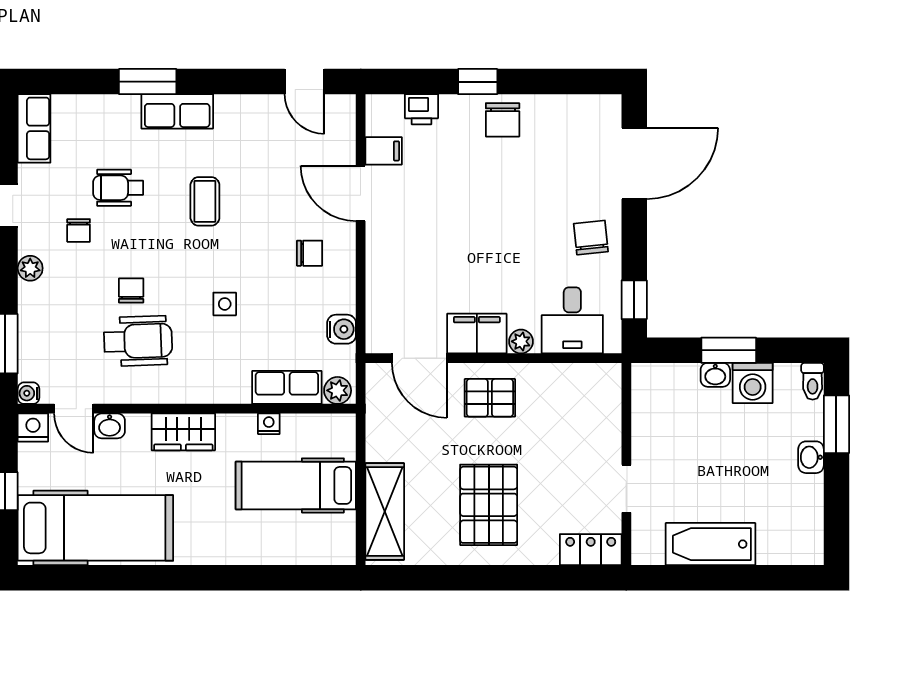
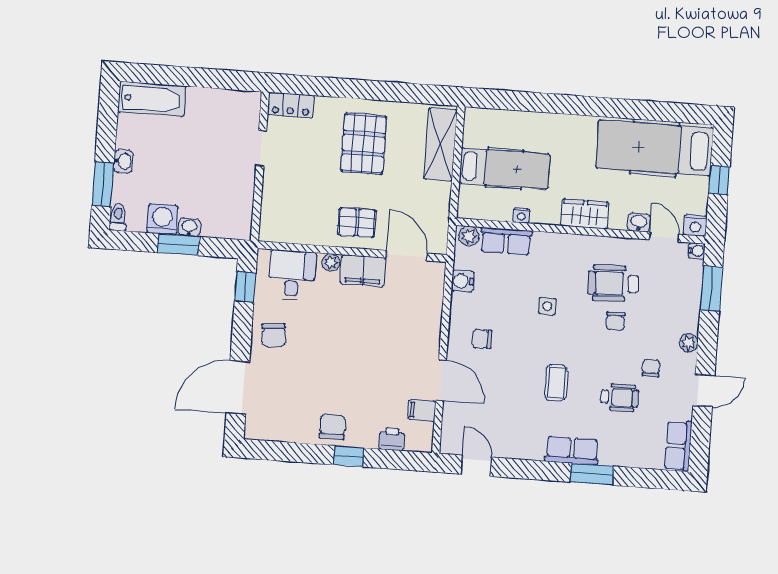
bathtub: (710, 544) -> (152, 99), moved

